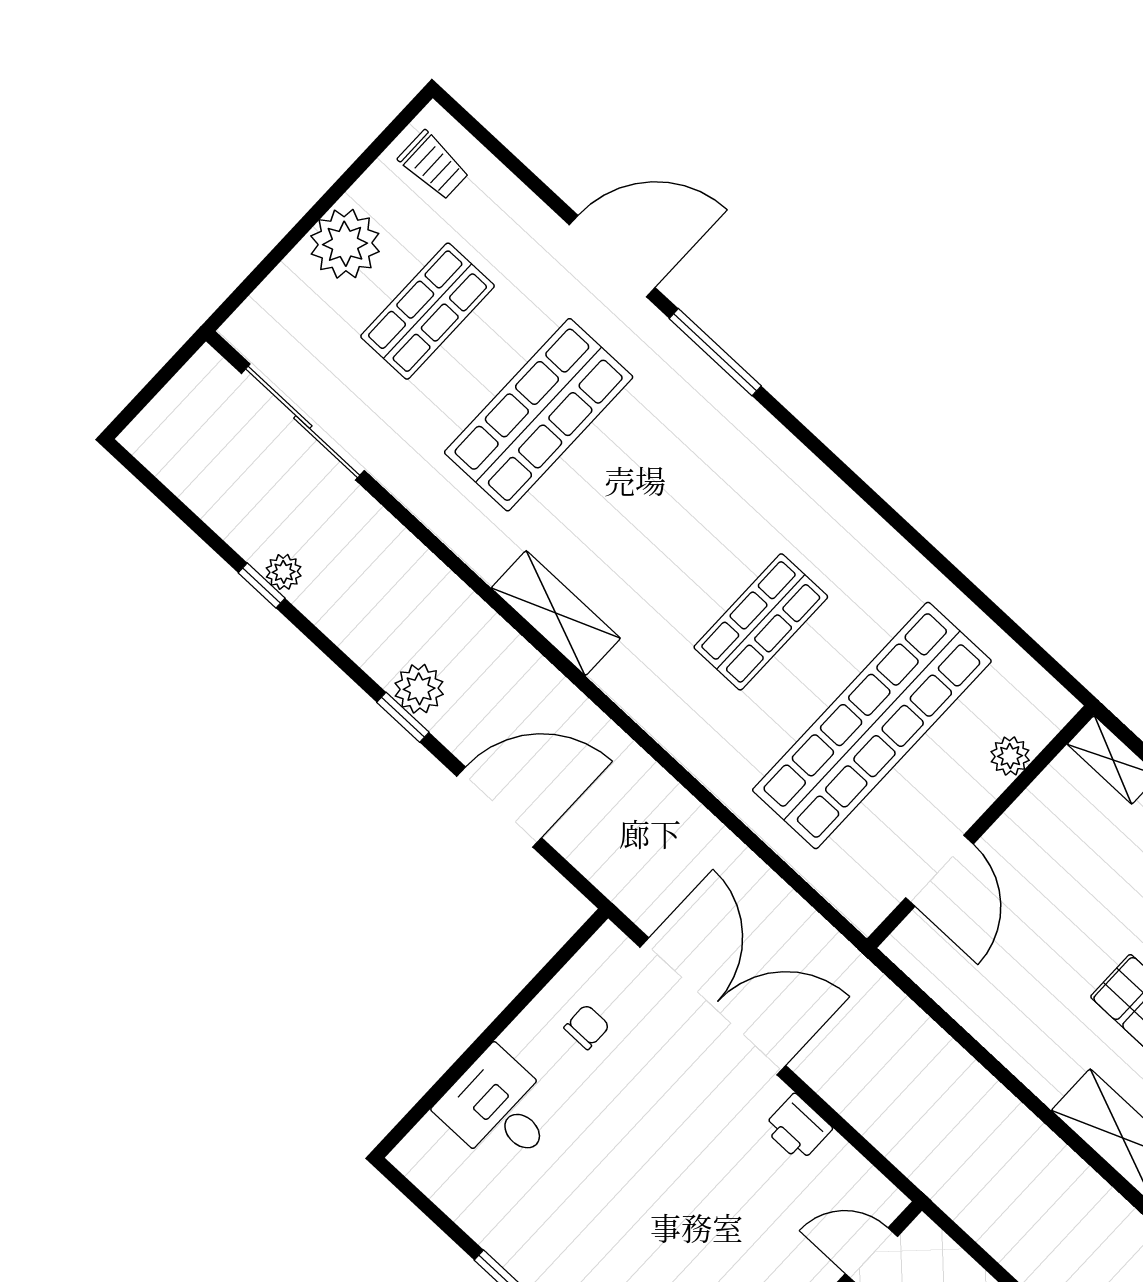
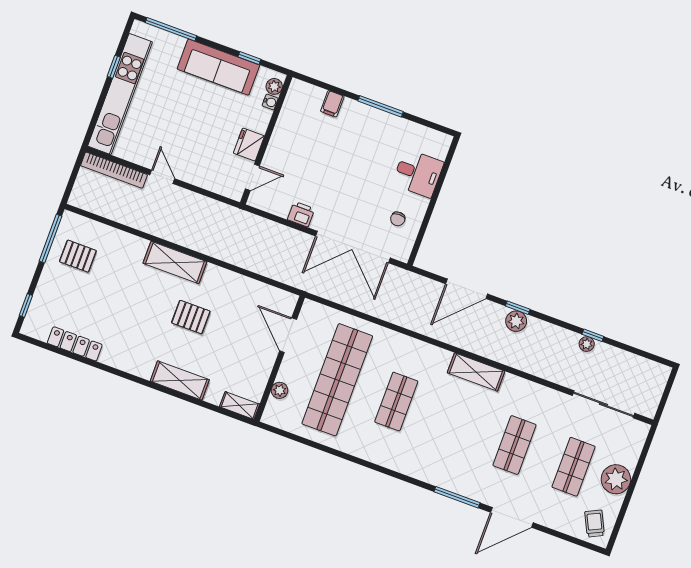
trolley: (434, 165) -> (595, 523), turned 64
shop shelf: (539, 415) -> (514, 445), width x0.70, depth x0.74

